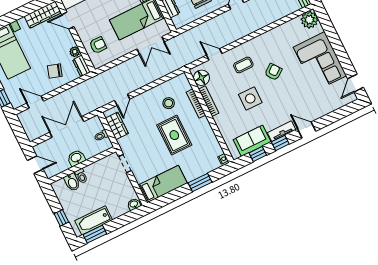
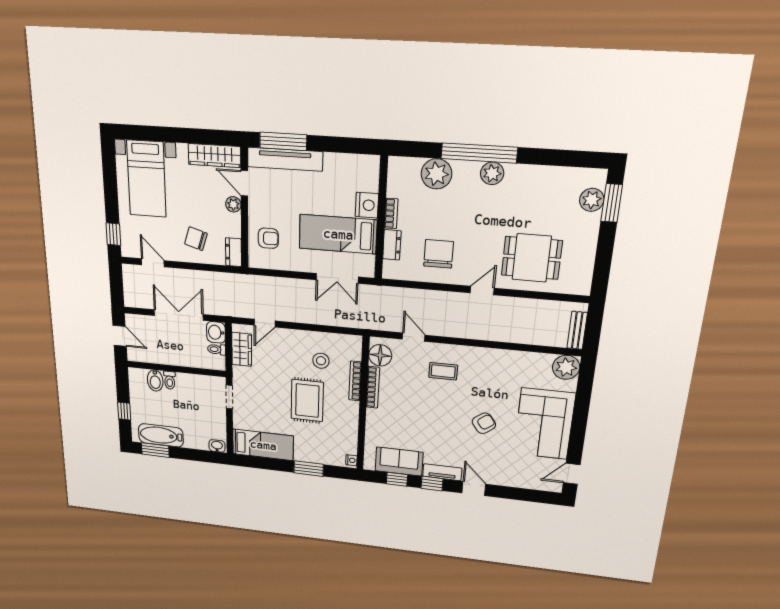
plant: (75, 52) -> (233, 204), moved
armchair: (273, 72) -> (484, 423), moved
side table: (250, 99) -> (427, 414), removed
washbasin: (76, 158) -> (216, 332), moved, turned -90

